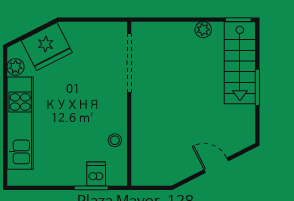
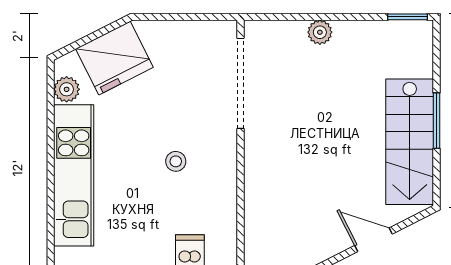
plant: (203, 30) -> (320, 32), moved
stairs: (240, 63) -> (410, 142), moved
stool: (115, 140) -> (176, 161), moved

